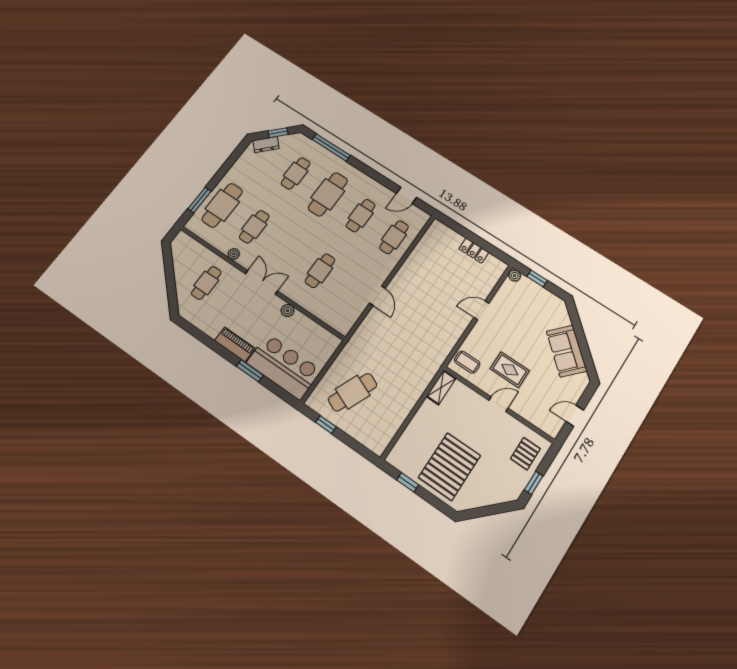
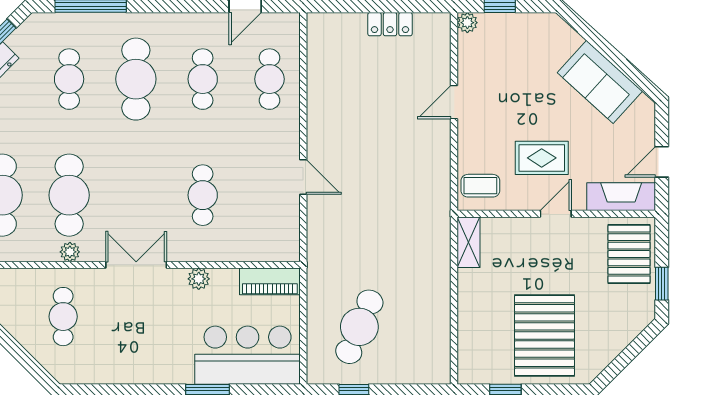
cafe table: (254, 227) -> (69, 195), width x1.37, depth x1.35
piano: (235, 344) -> (270, 281), moved, turned 180
fireplace: (540, 419) -> (621, 197), added
pallet: (525, 454) -> (629, 254), width x1.50, depth x1.42

